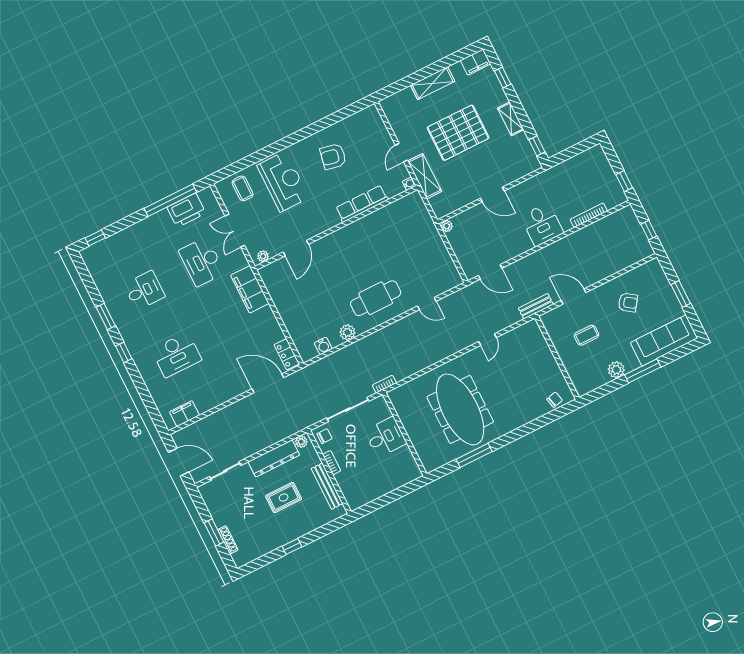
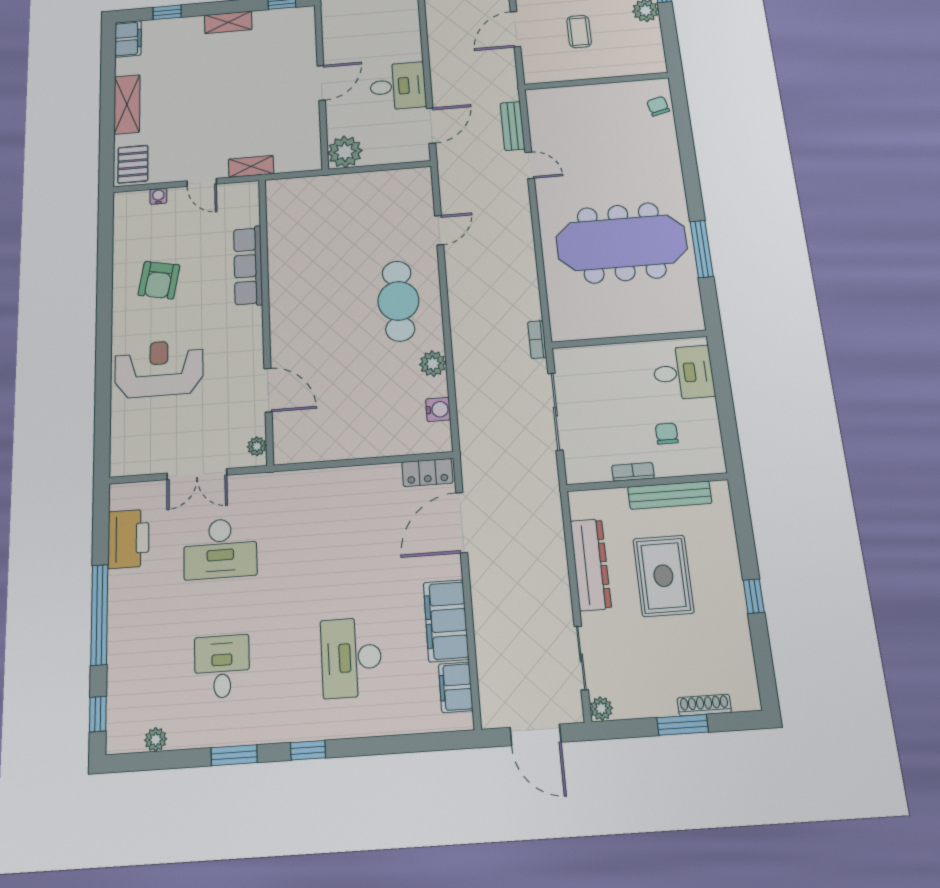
pallet: (458, 133) -> (133, 164), moved, width x0.49, depth x0.50
shelving: (425, 176) -> (251, 166), width x0.67, depth x0.75
water cooler: (409, 184) -> (158, 196), moved
coffee table: (243, 188) -> (139, 435), removed
window: (170, 200) -> (99, 615), moved
desk: (542, 224) -> (398, 86), moved
plant: (447, 226) -> (345, 152), width x1.88, depth x1.88
plant: (96, 273) -> (156, 740), added
filing cabinet: (250, 289) -> (446, 621), moved, turned 90
bench: (536, 306) -> (513, 126), moved
desk: (177, 355) -> (351, 658), turned 180
chair: (325, 436) -> (667, 434), moved
desk: (385, 437) -> (683, 373), moved, turned 90
plant: (301, 442) -> (601, 709), moved
door: (179, 462) -> (536, 735), swing flipped
rug: (284, 497) -> (663, 576), width x1.36, depth x1.43

